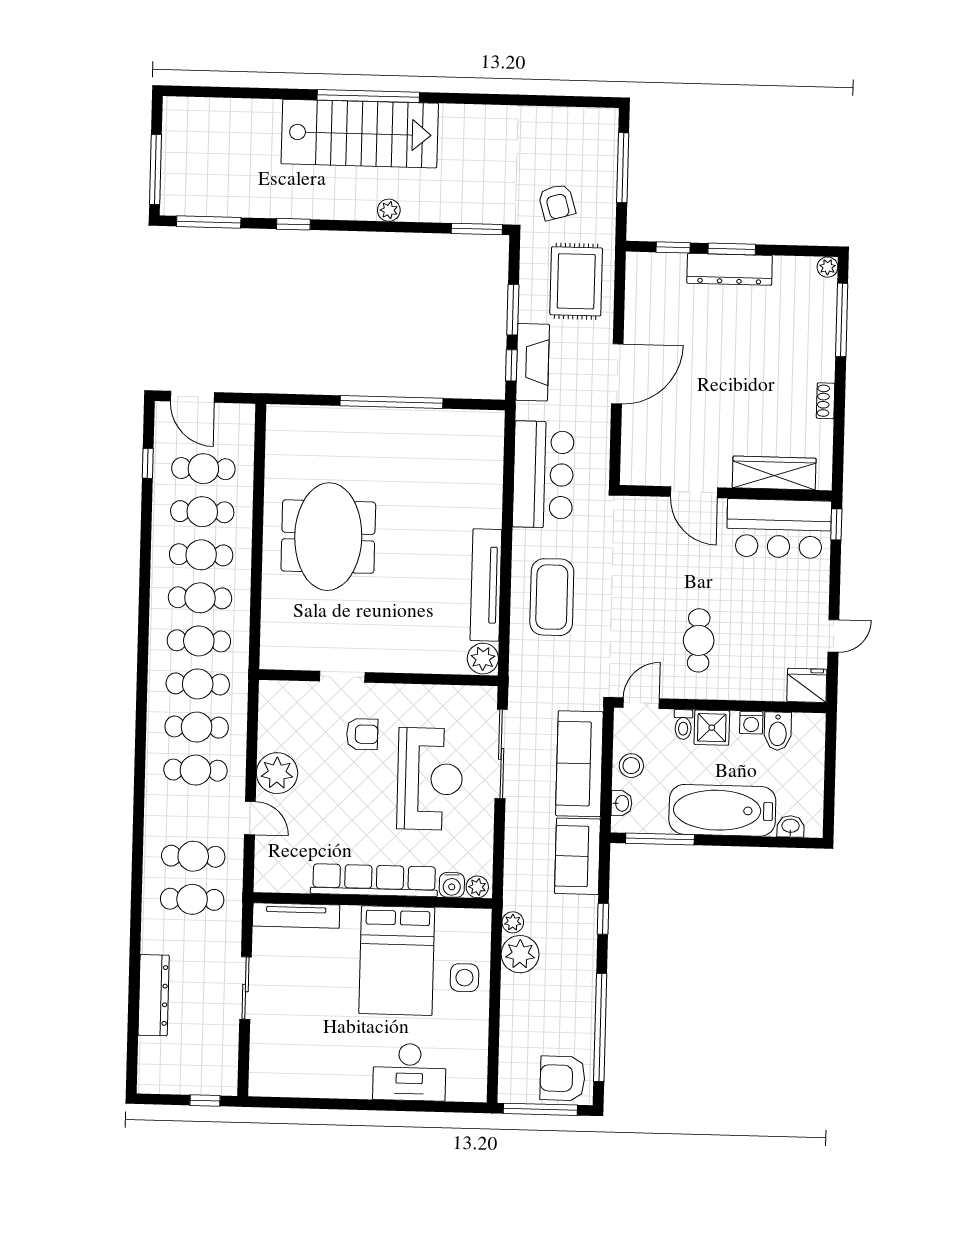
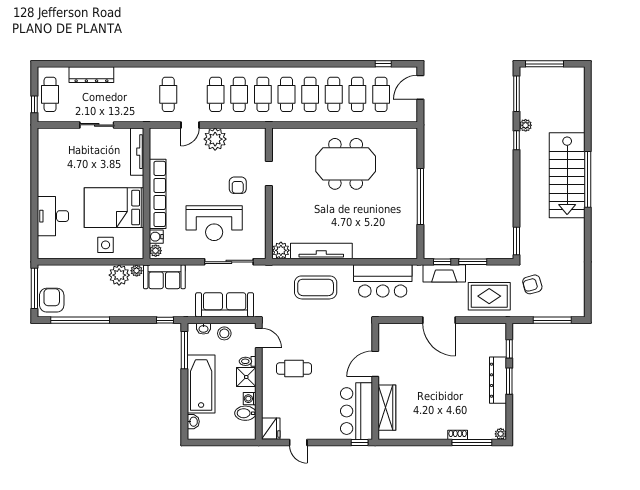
plant: (389, 210) -> (526, 125), moved
shoe rack: (826, 401) -> (458, 435), moved
sofa: (577, 856) -> (164, 277), moved, turned 180
cafe table: (192, 899) -> (50, 94), moved
window: (603, 919) -> (165, 320), moved

